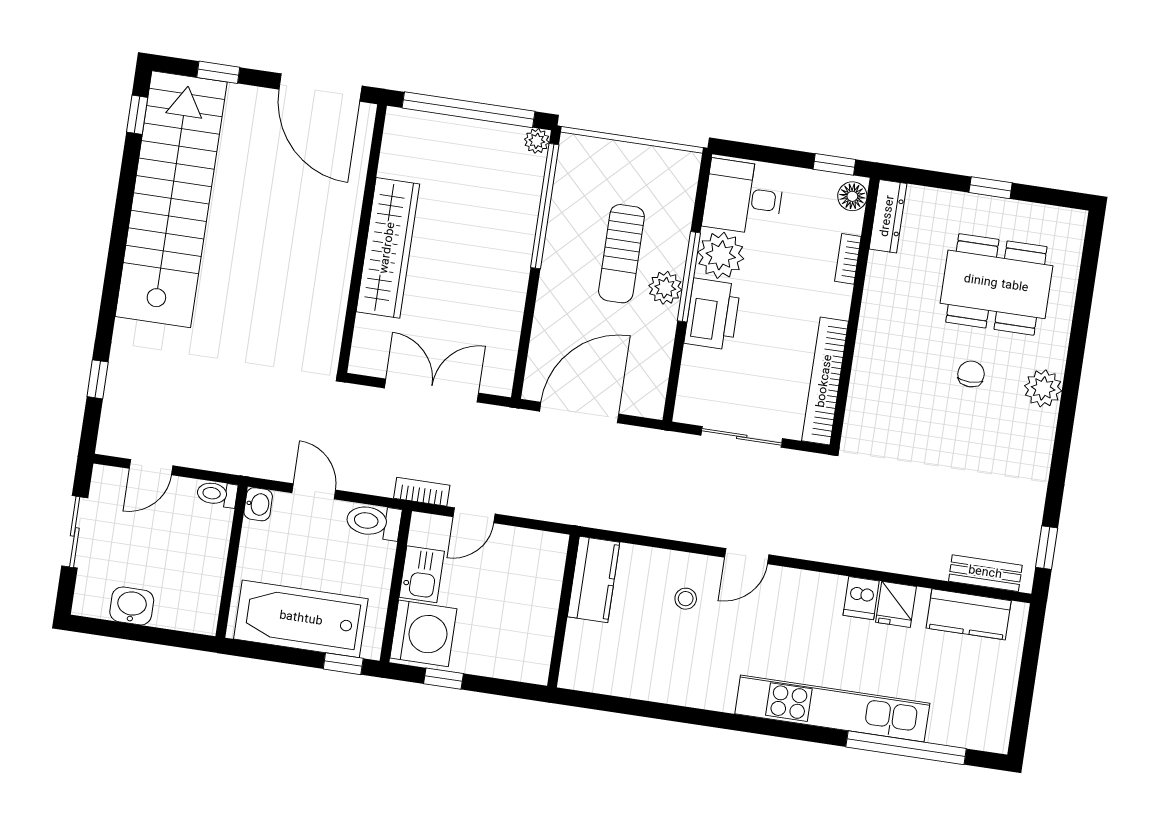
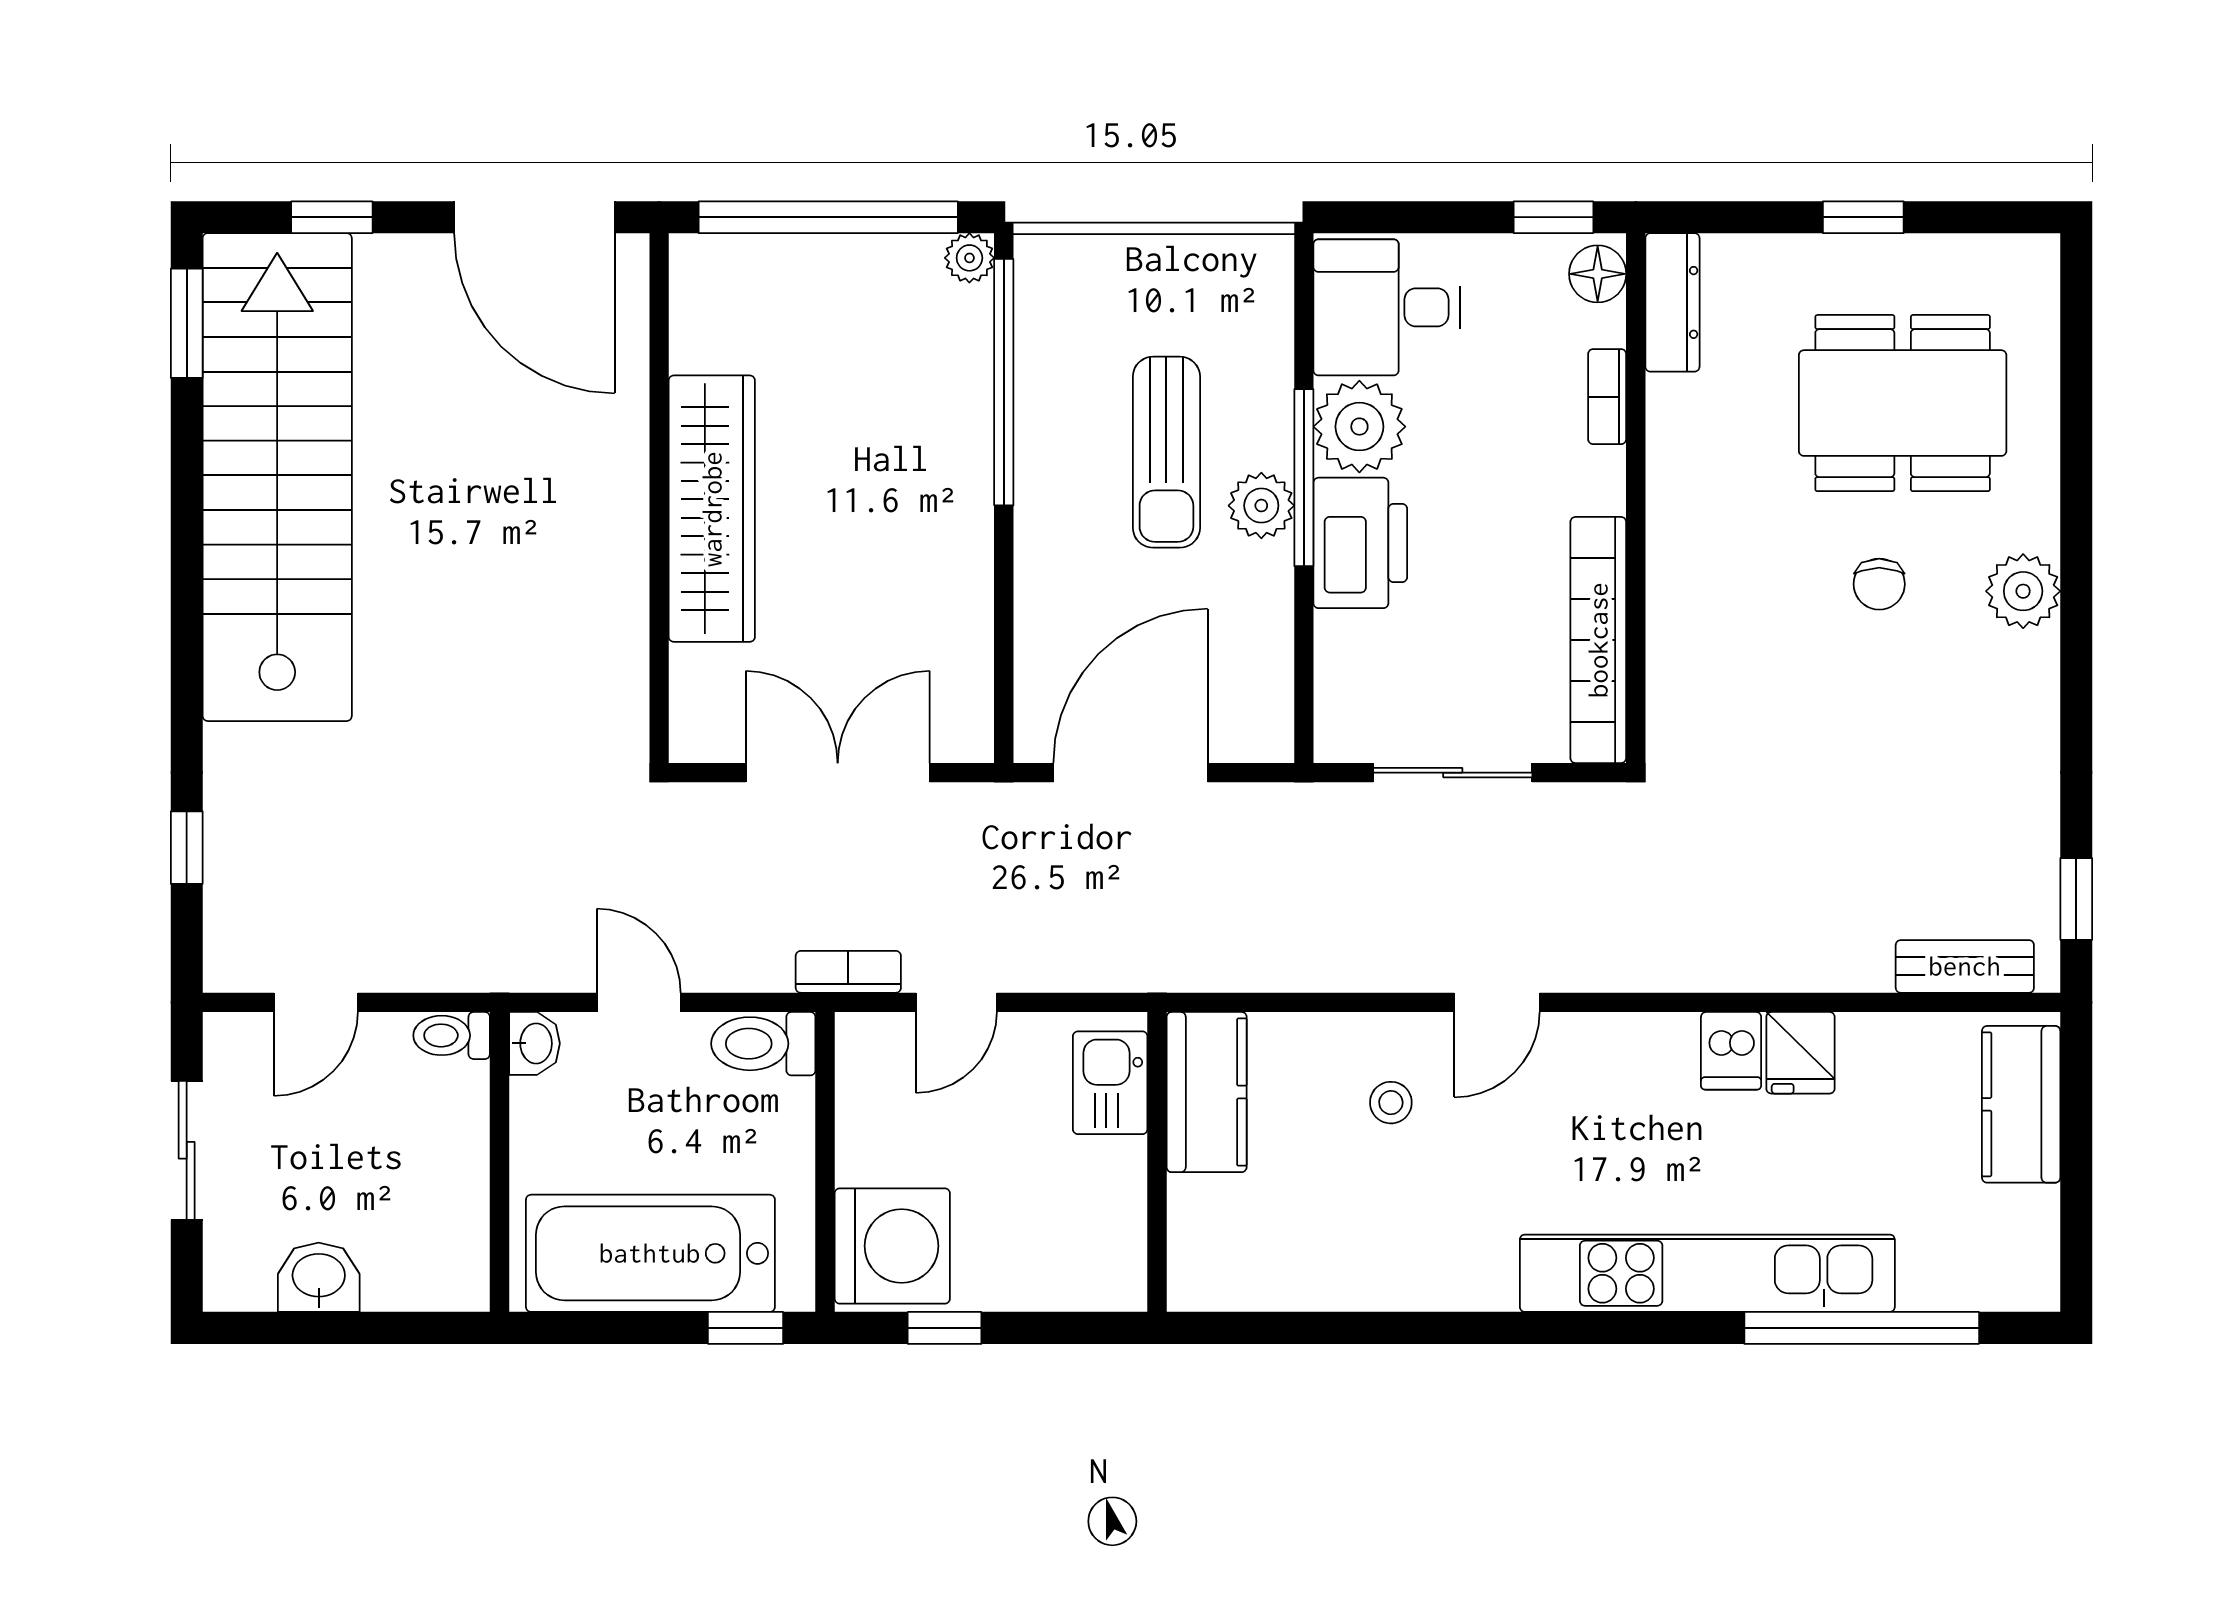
window: (137, 115) -> (187, 323), width x1.50
chair: (971, 374) -> (1879, 584), turned 180
kitchen sink: (422, 574) -> (1110, 1083), moved, turned 180
kitchen counter: (969, 614) -> (2021, 1104), moved, turned 90

